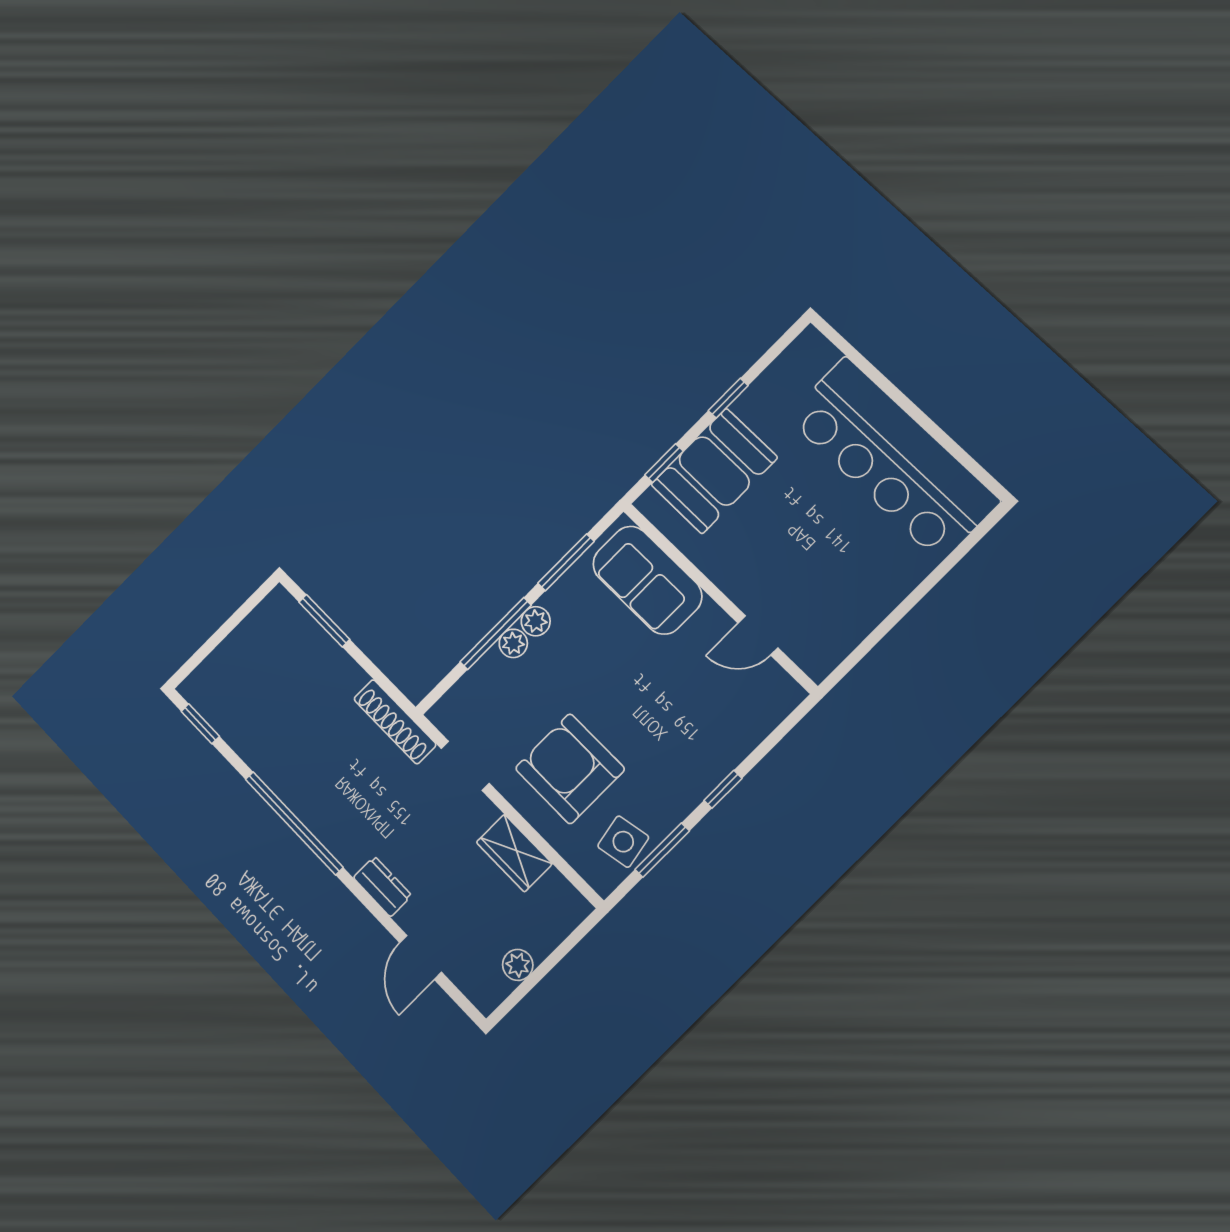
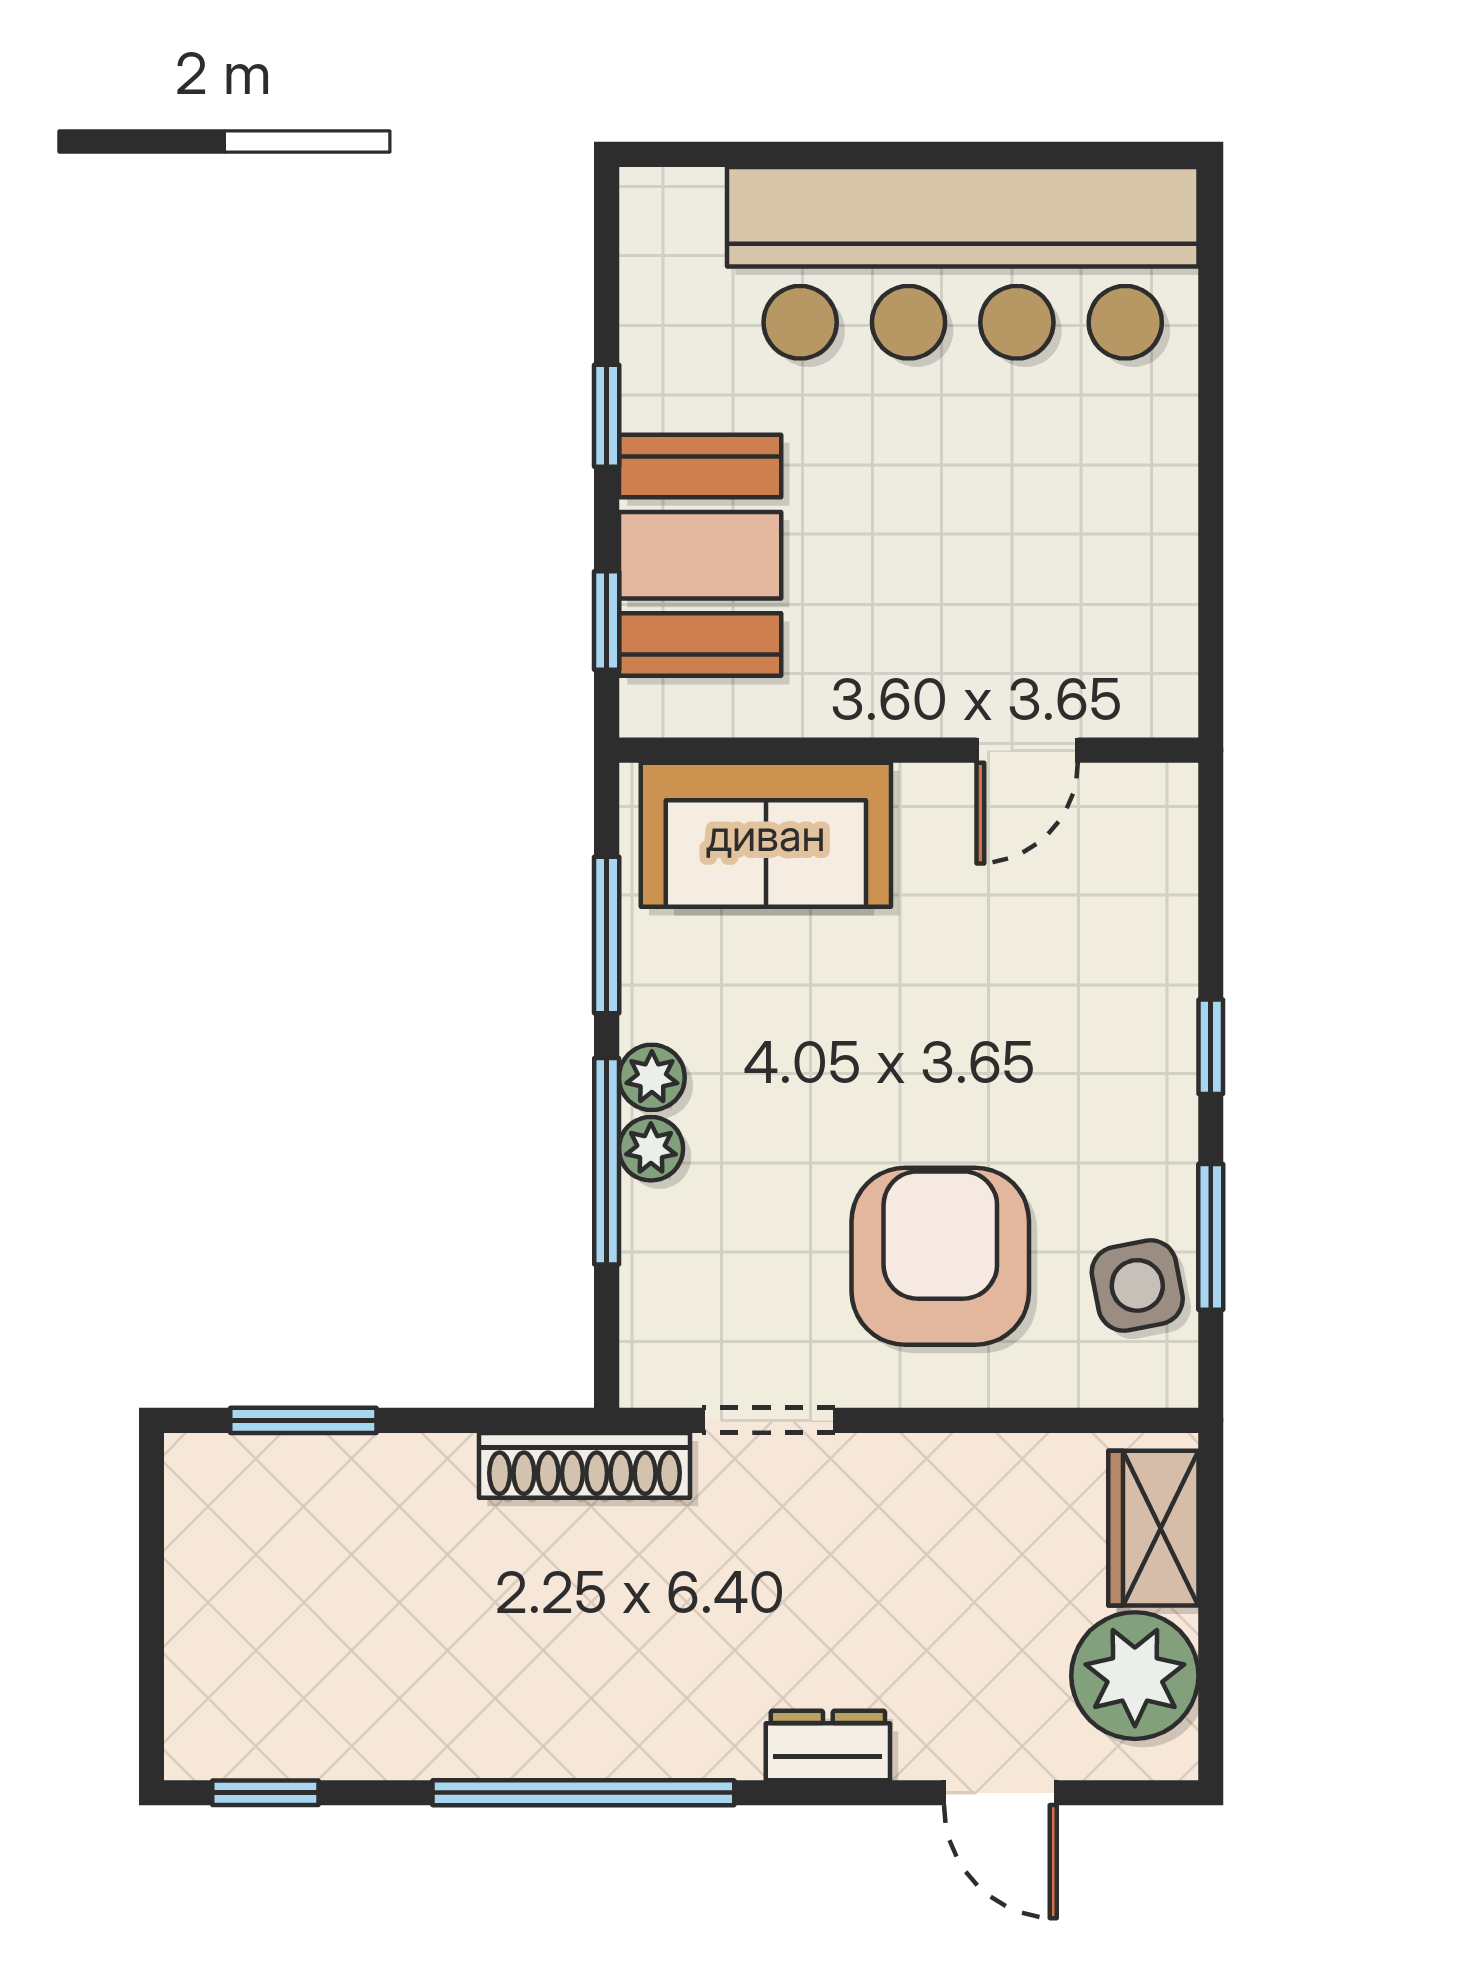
armchair: (570, 769) -> (940, 1256), turned 90
wardrobe: (514, 853) -> (1153, 1528), moved, turned 90
plant: (518, 965) -> (1135, 1676), width x1.87, depth x1.87

